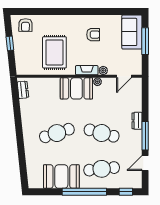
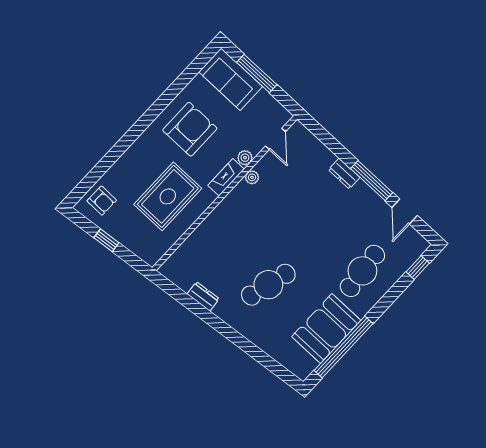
armchair: (93, 35) -> (190, 129), width x1.88, depth x1.88
rug: (54, 52) -> (168, 196), turned 90
booth: (76, 88) -> (236, 210), removed
dresser: (23, 90) -> (203, 296), moved
cafe table: (57, 133) -> (268, 285), turned 33
cafe table: (102, 133) -> (319, 230), removed
window: (84, 192) -> (343, 347), moved

